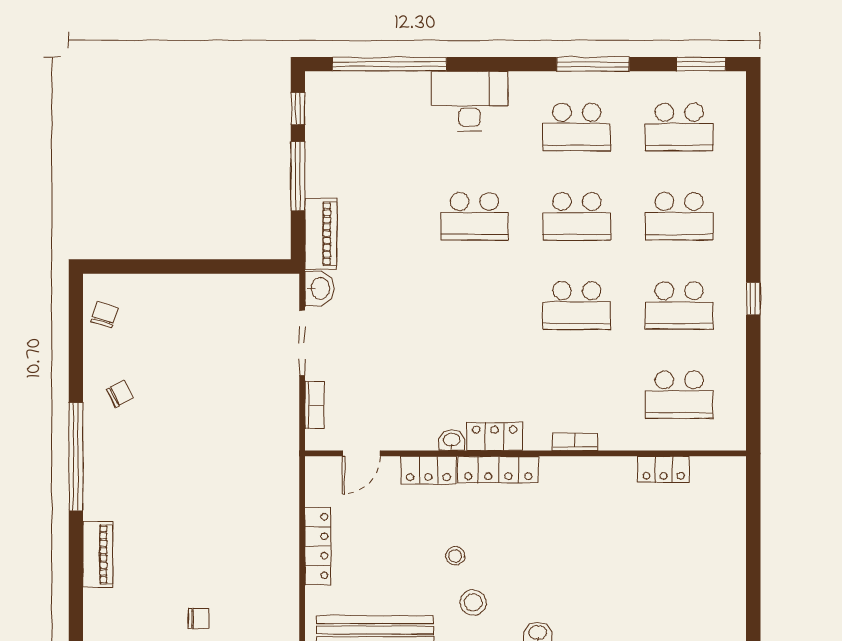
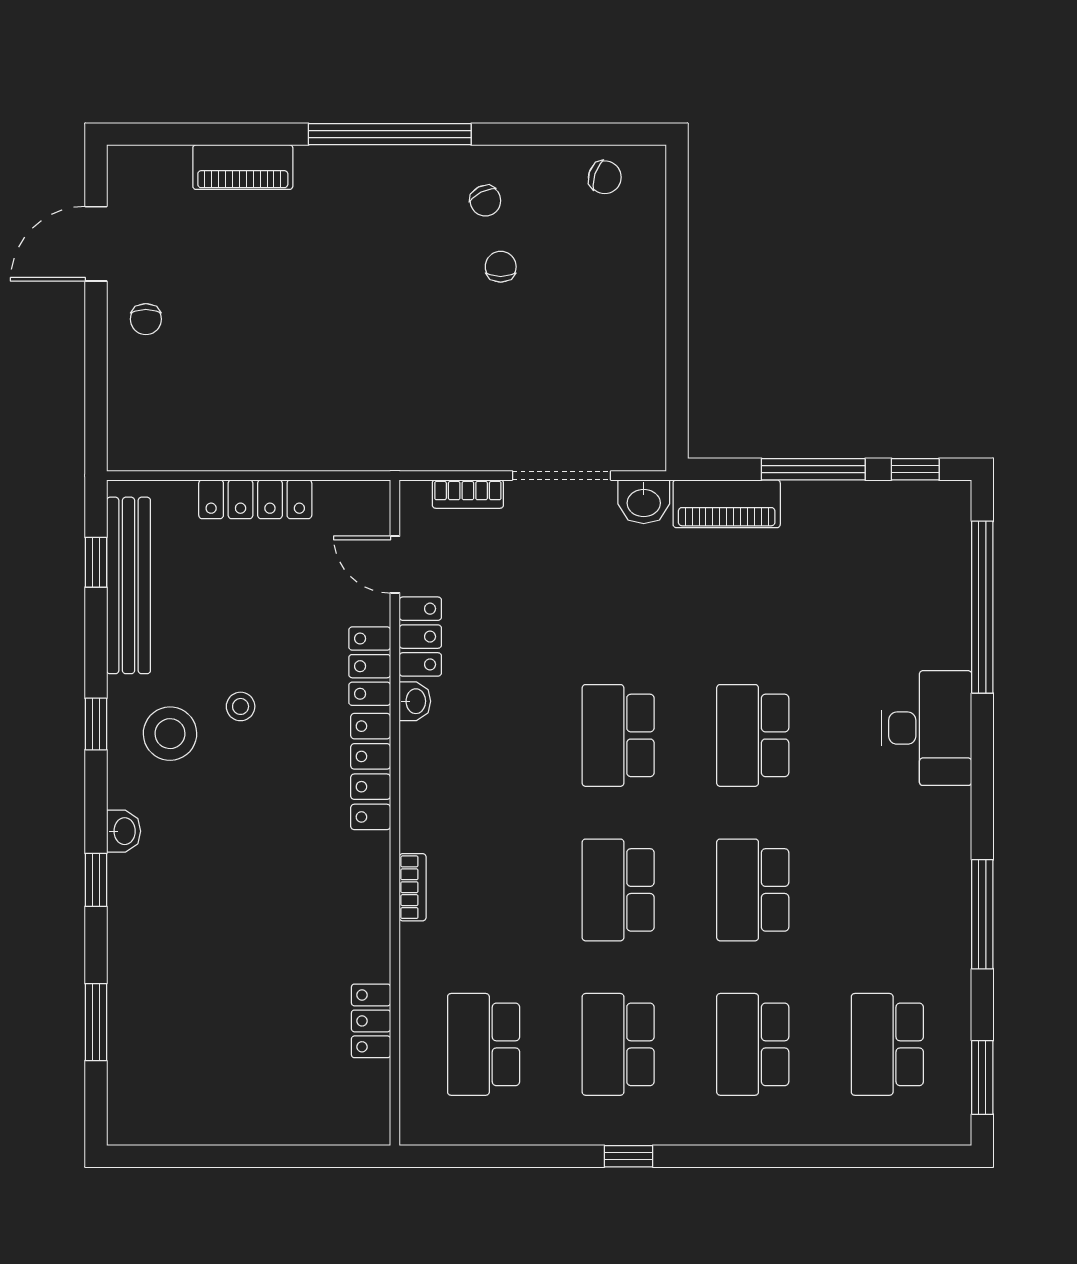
school desk: (577, 127) -> (618, 735), moved
chair: (164, 383) -> (501, 267), added
locker: (495, 437) -> (420, 637), moved
stool: (473, 603) -> (170, 734), width x1.38, depth x1.38

